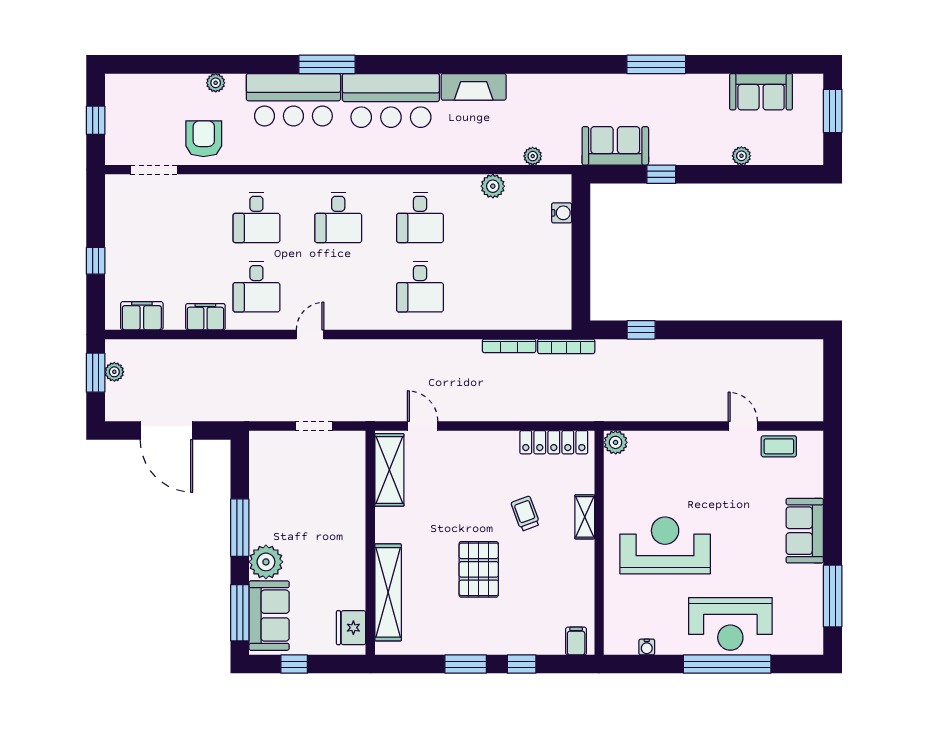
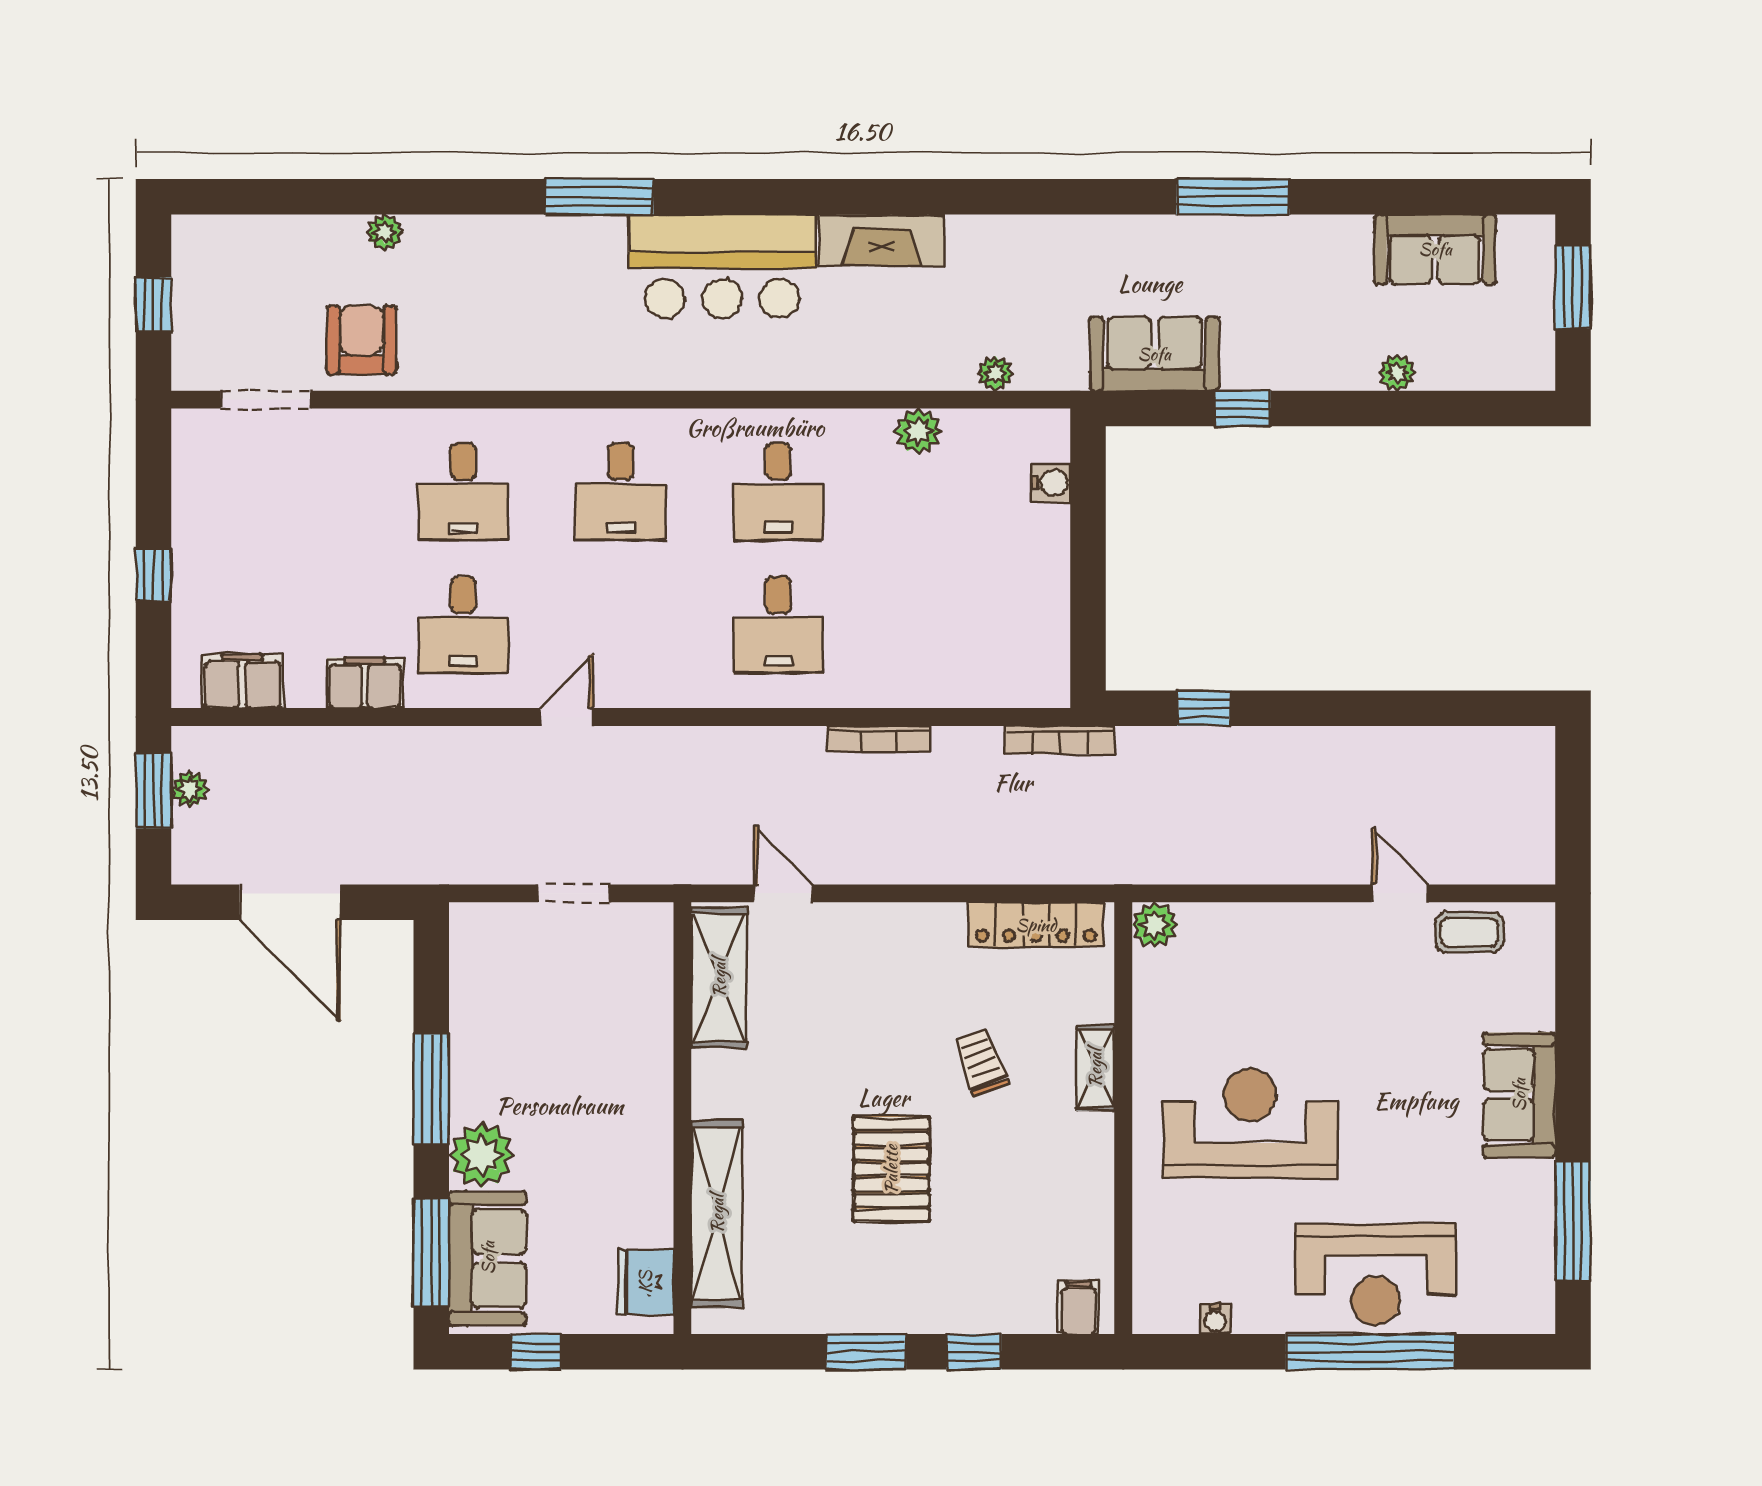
bar counter: (293, 100) -> (534, 265), removed
bookcase: (509, 346) -> (878, 739), moved

